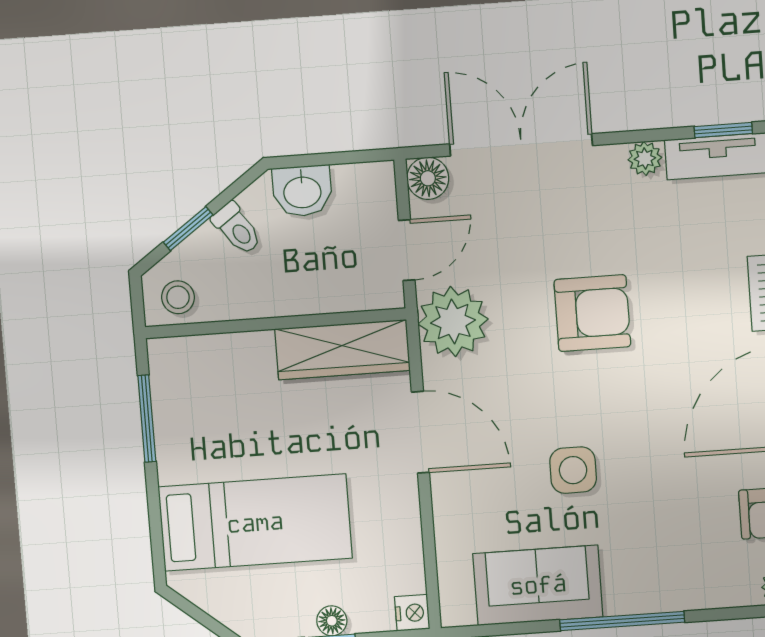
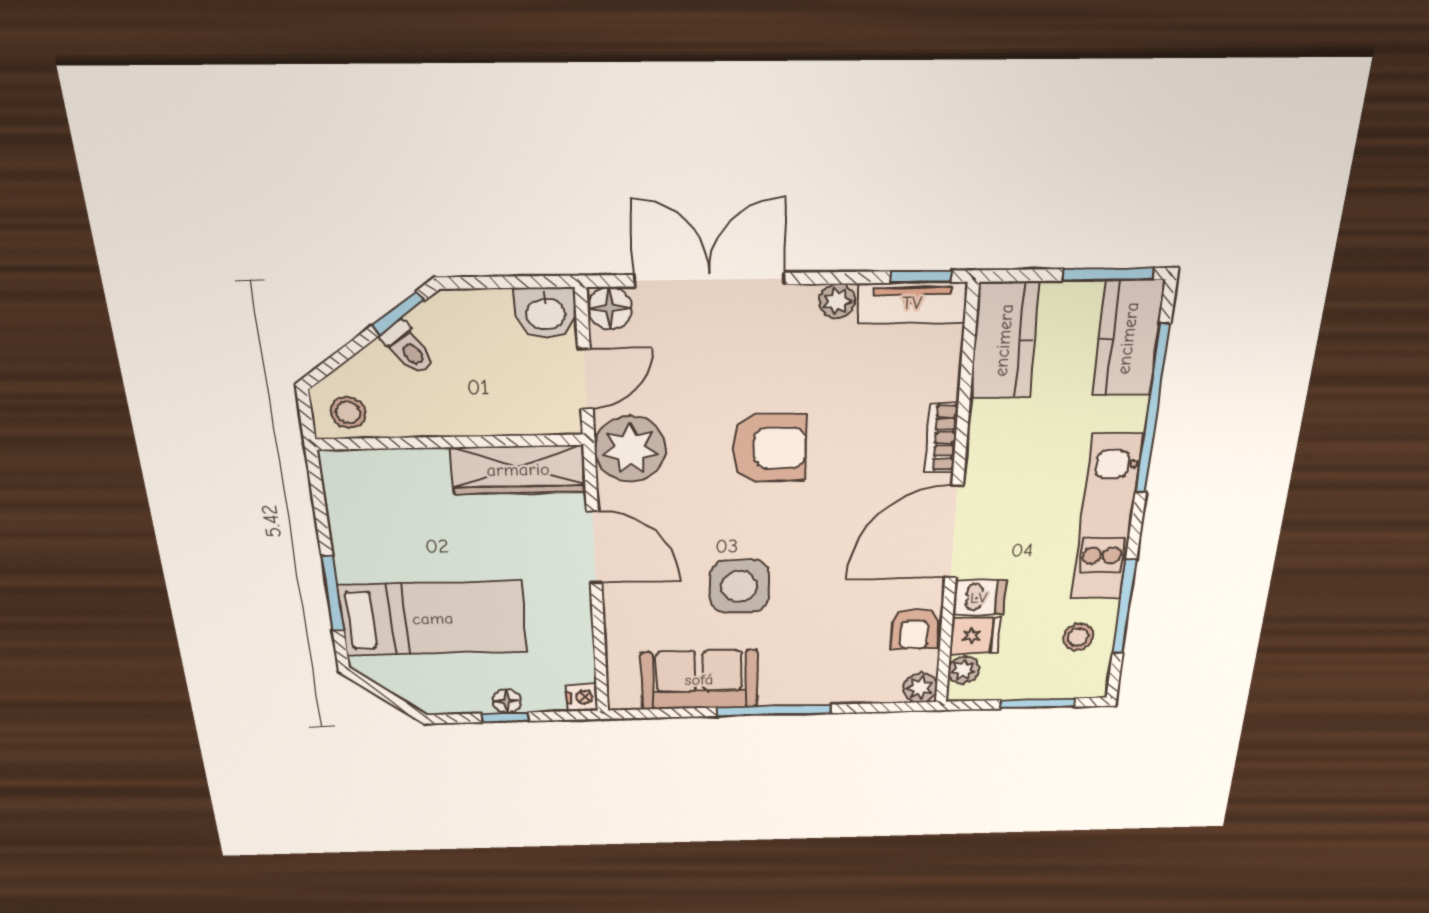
washbasin: (302, 191) -> (546, 313), moved
window: (188, 229) -> (398, 313), moved
window: (147, 418) -> (333, 593), moved
side table: (573, 470) -> (739, 586), width x1.37, depth x1.37

